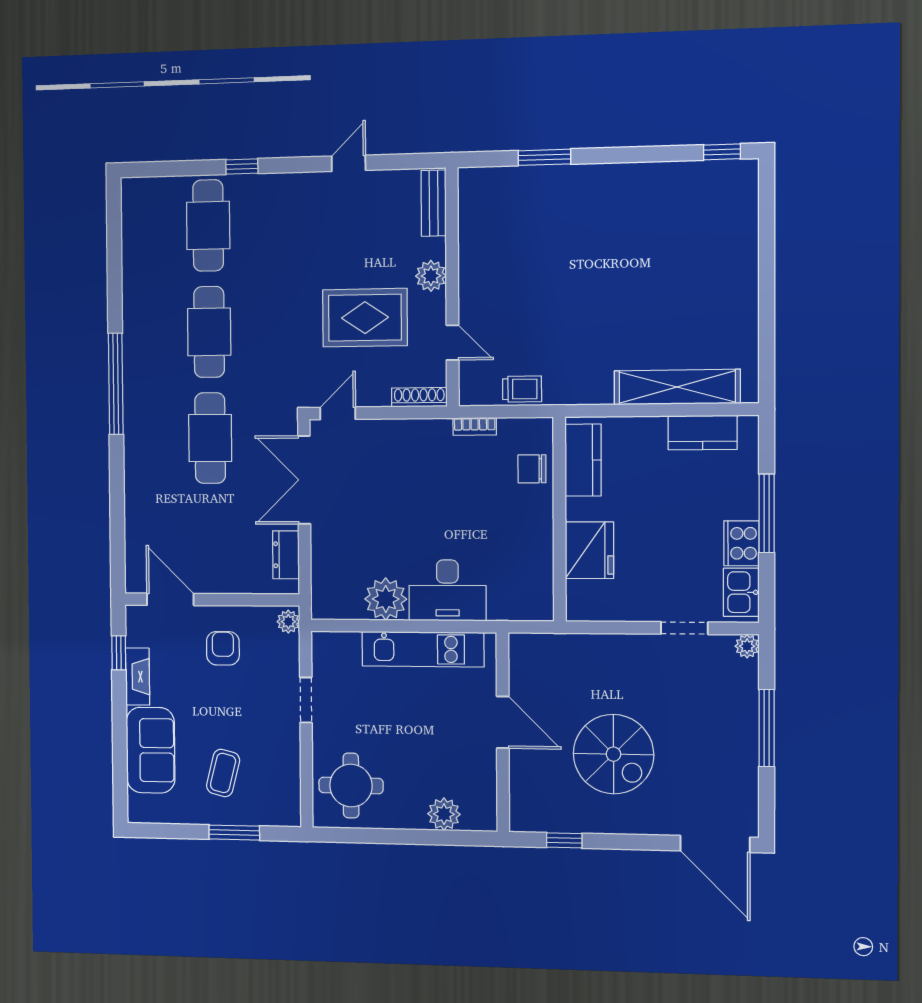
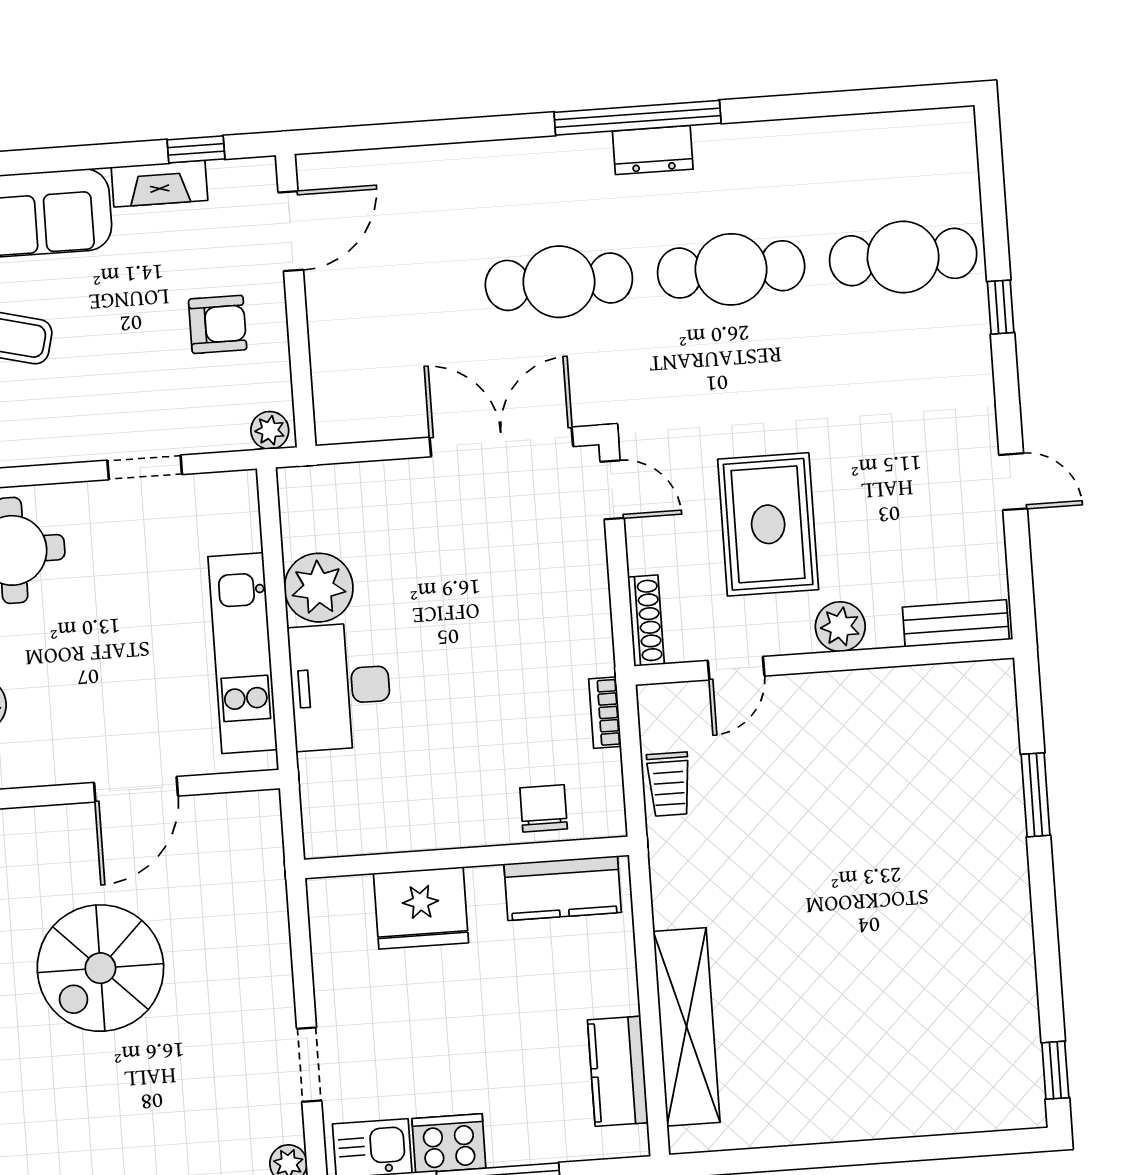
dresser: (286, 555) -> (653, 150), moved, turned 180

